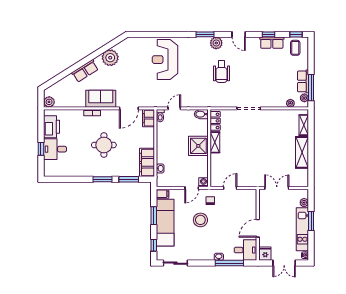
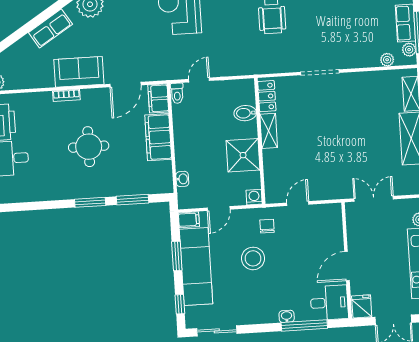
bidet: (201, 114) -> (245, 113), moved
shower: (198, 146) -> (243, 155), moved
filing cabinet: (147, 162) -> (158, 137), moved
door: (192, 188) -> (219, 209), moved

